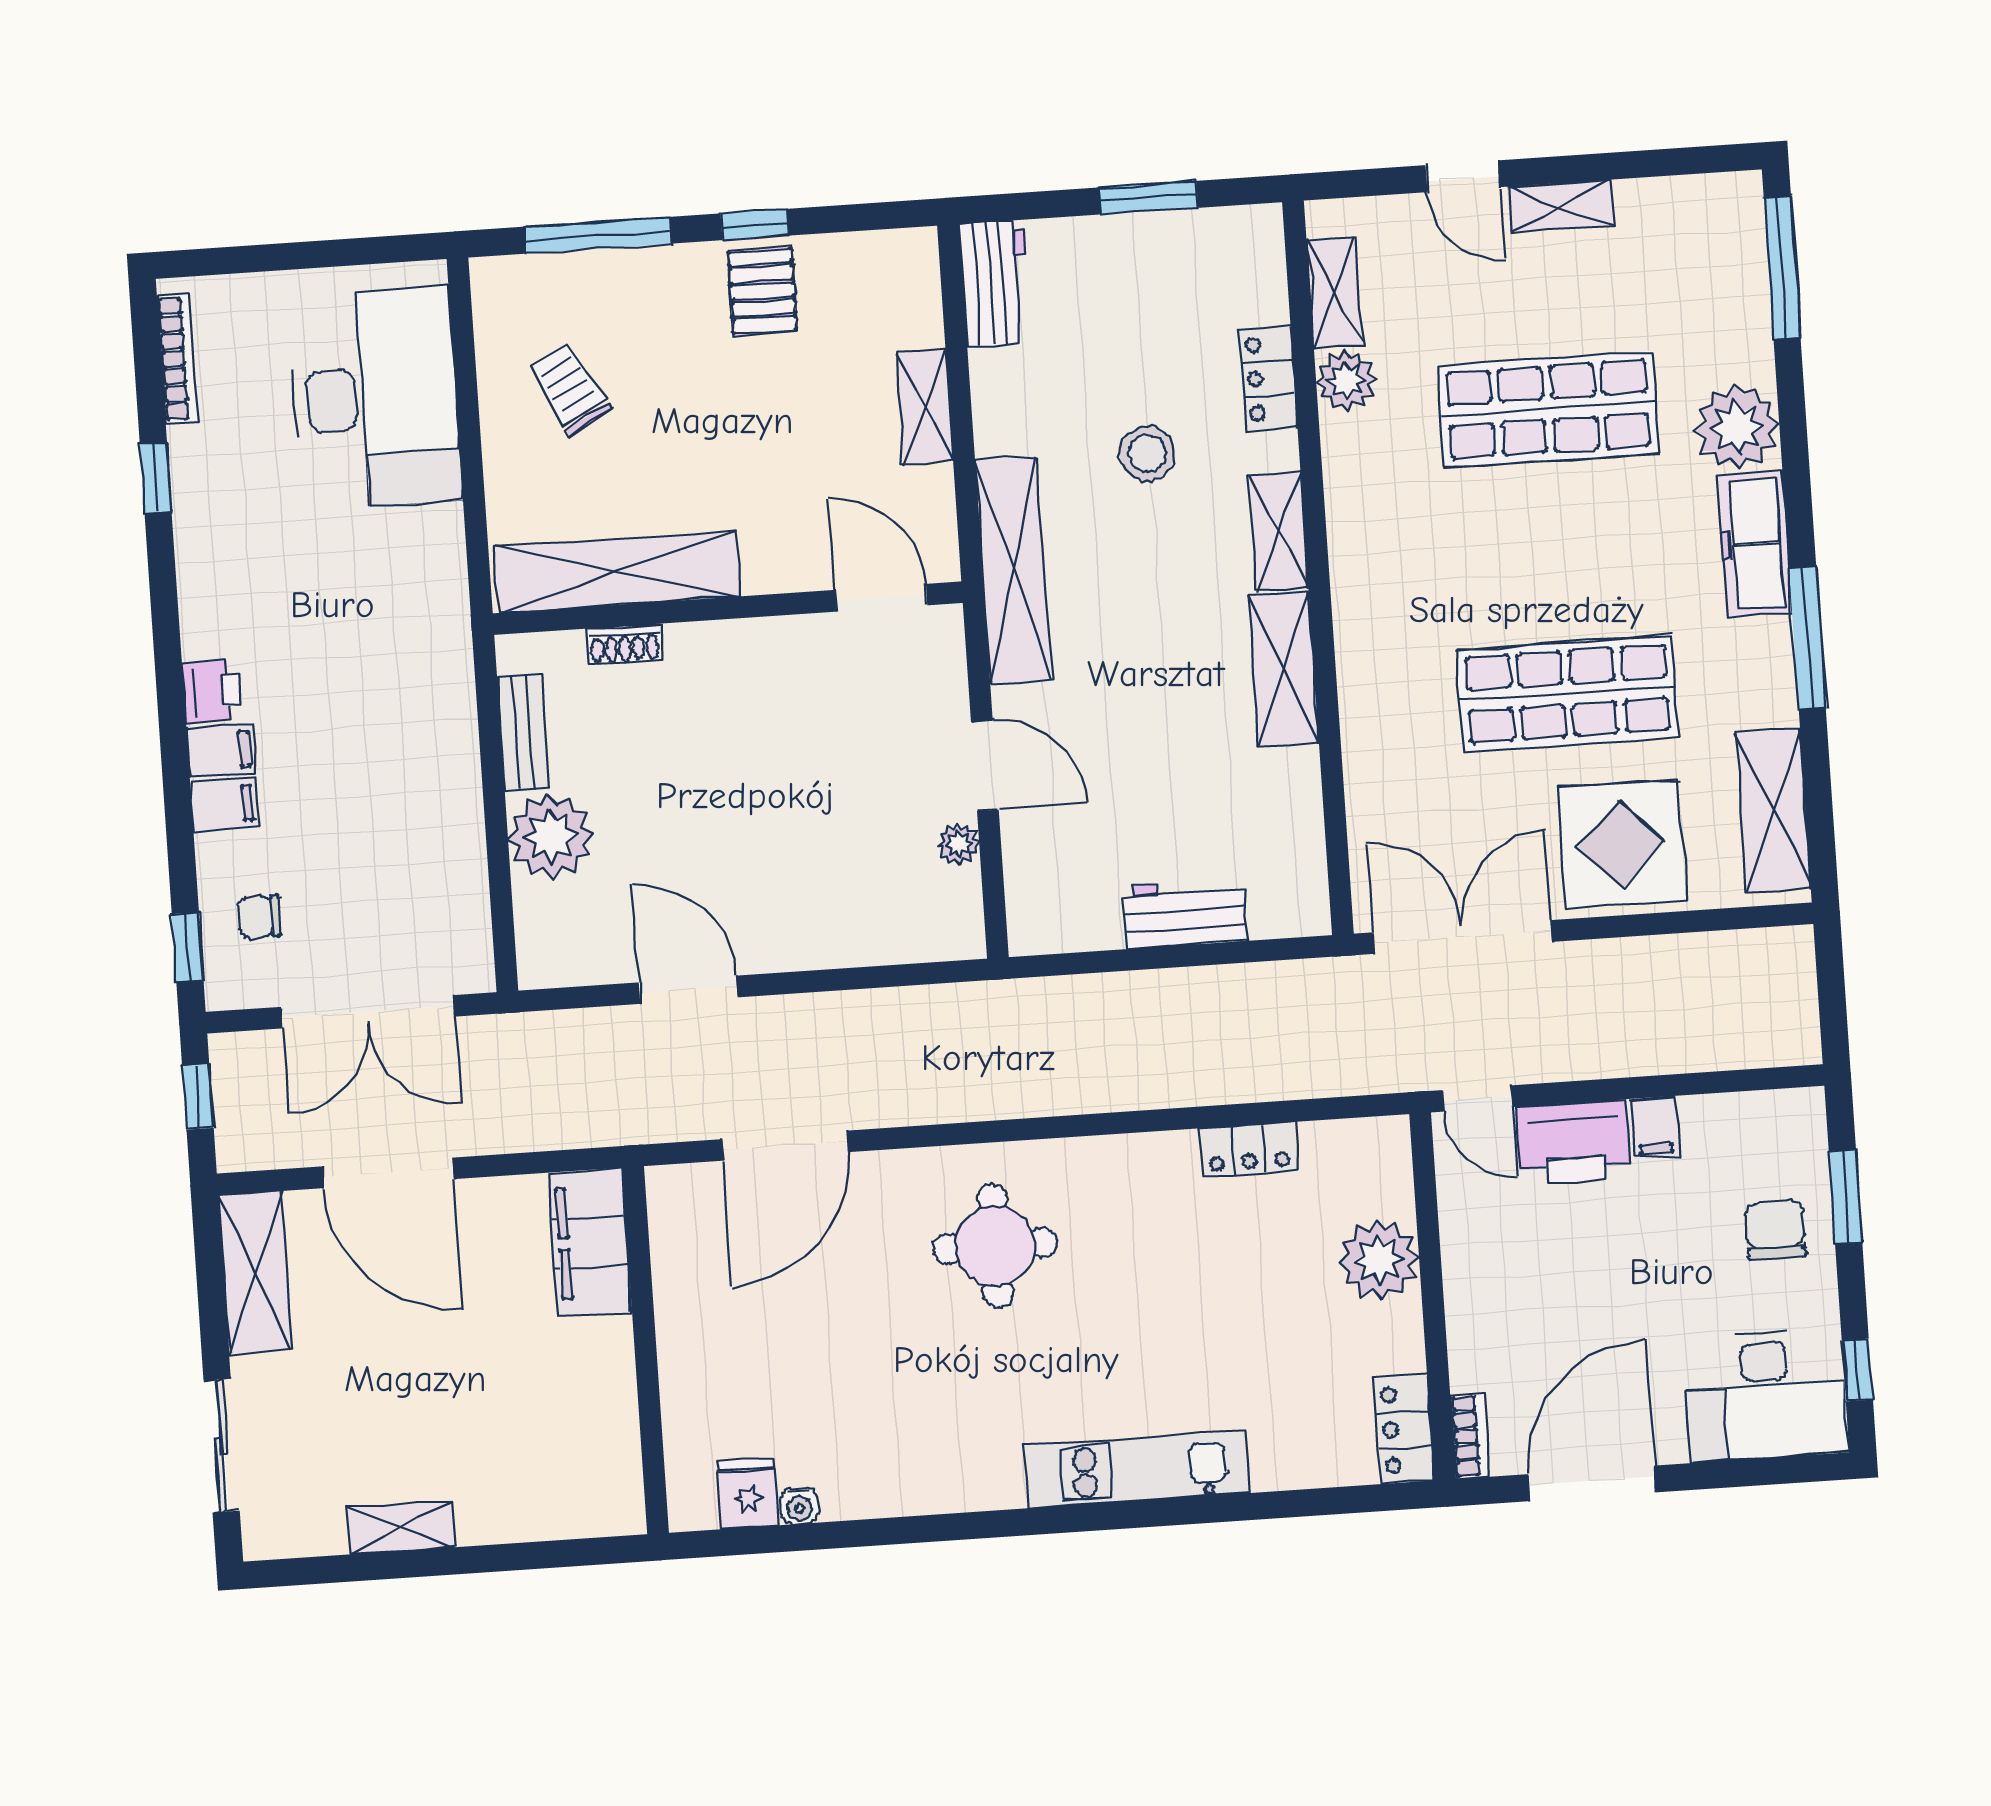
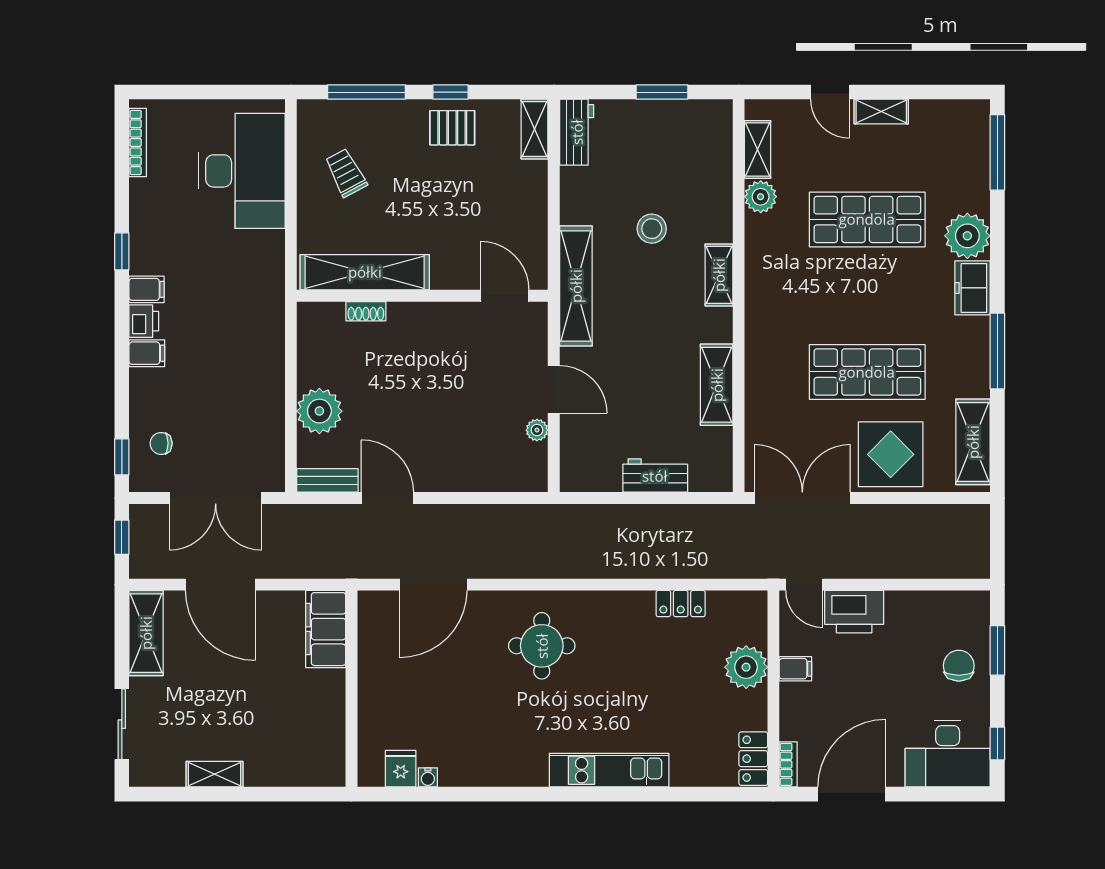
pallet: (762, 291) -> (452, 128), turned 90
locker: (1268, 378) -> (719, 193), removed
shelving: (924, 407) -> (535, 129), moved
window: (156, 478) -> (122, 251), moved
freezer: (1755, 544) -> (972, 288), width x0.71
shelving: (1284, 669) -> (717, 385), moved
bench: (523, 733) -> (327, 480), moved, turned 90
filing cabinet: (224, 804) -> (147, 289), moved
filing cabinet: (1655, 1128) -> (795, 669), moved, turned -90

